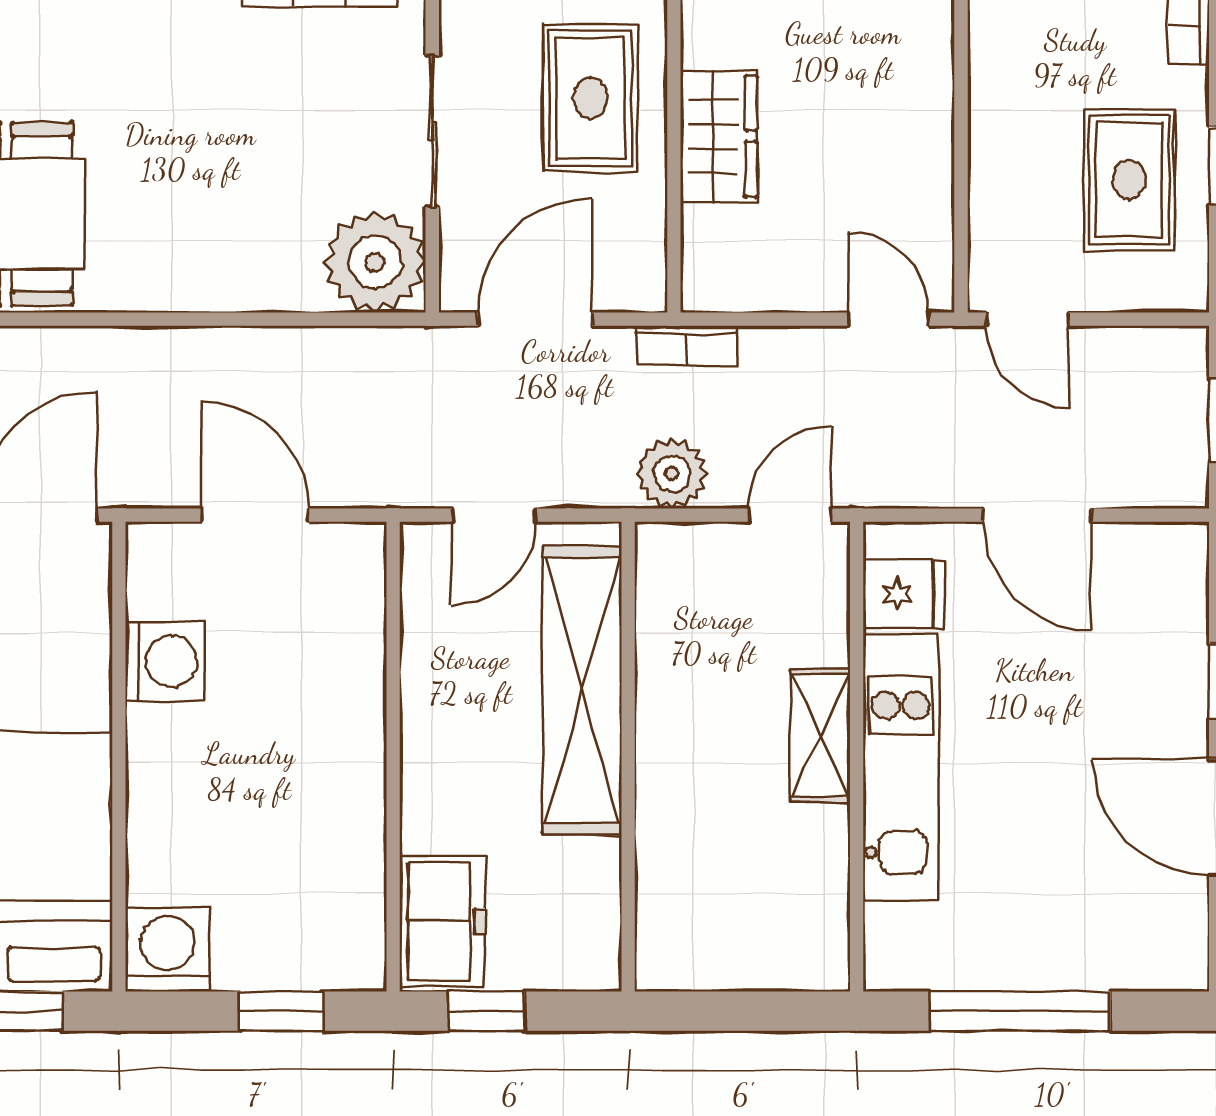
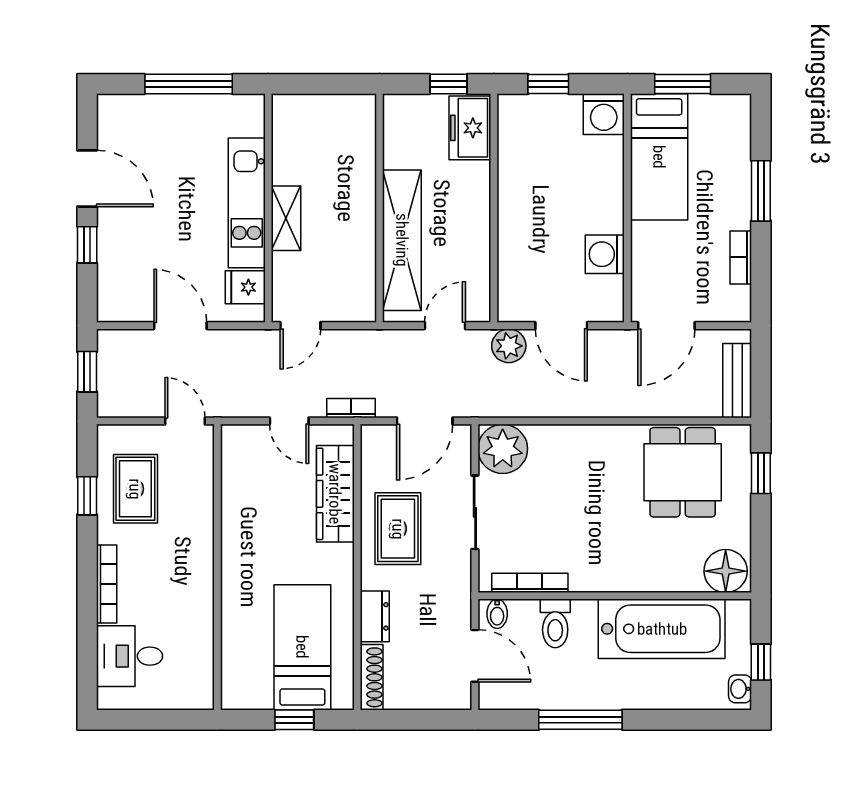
wardrobe: (719, 136) -> (335, 494), width x1.50
door: (889, 319) -> (289, 421), moved
plant: (672, 474) -> (509, 346), moved

